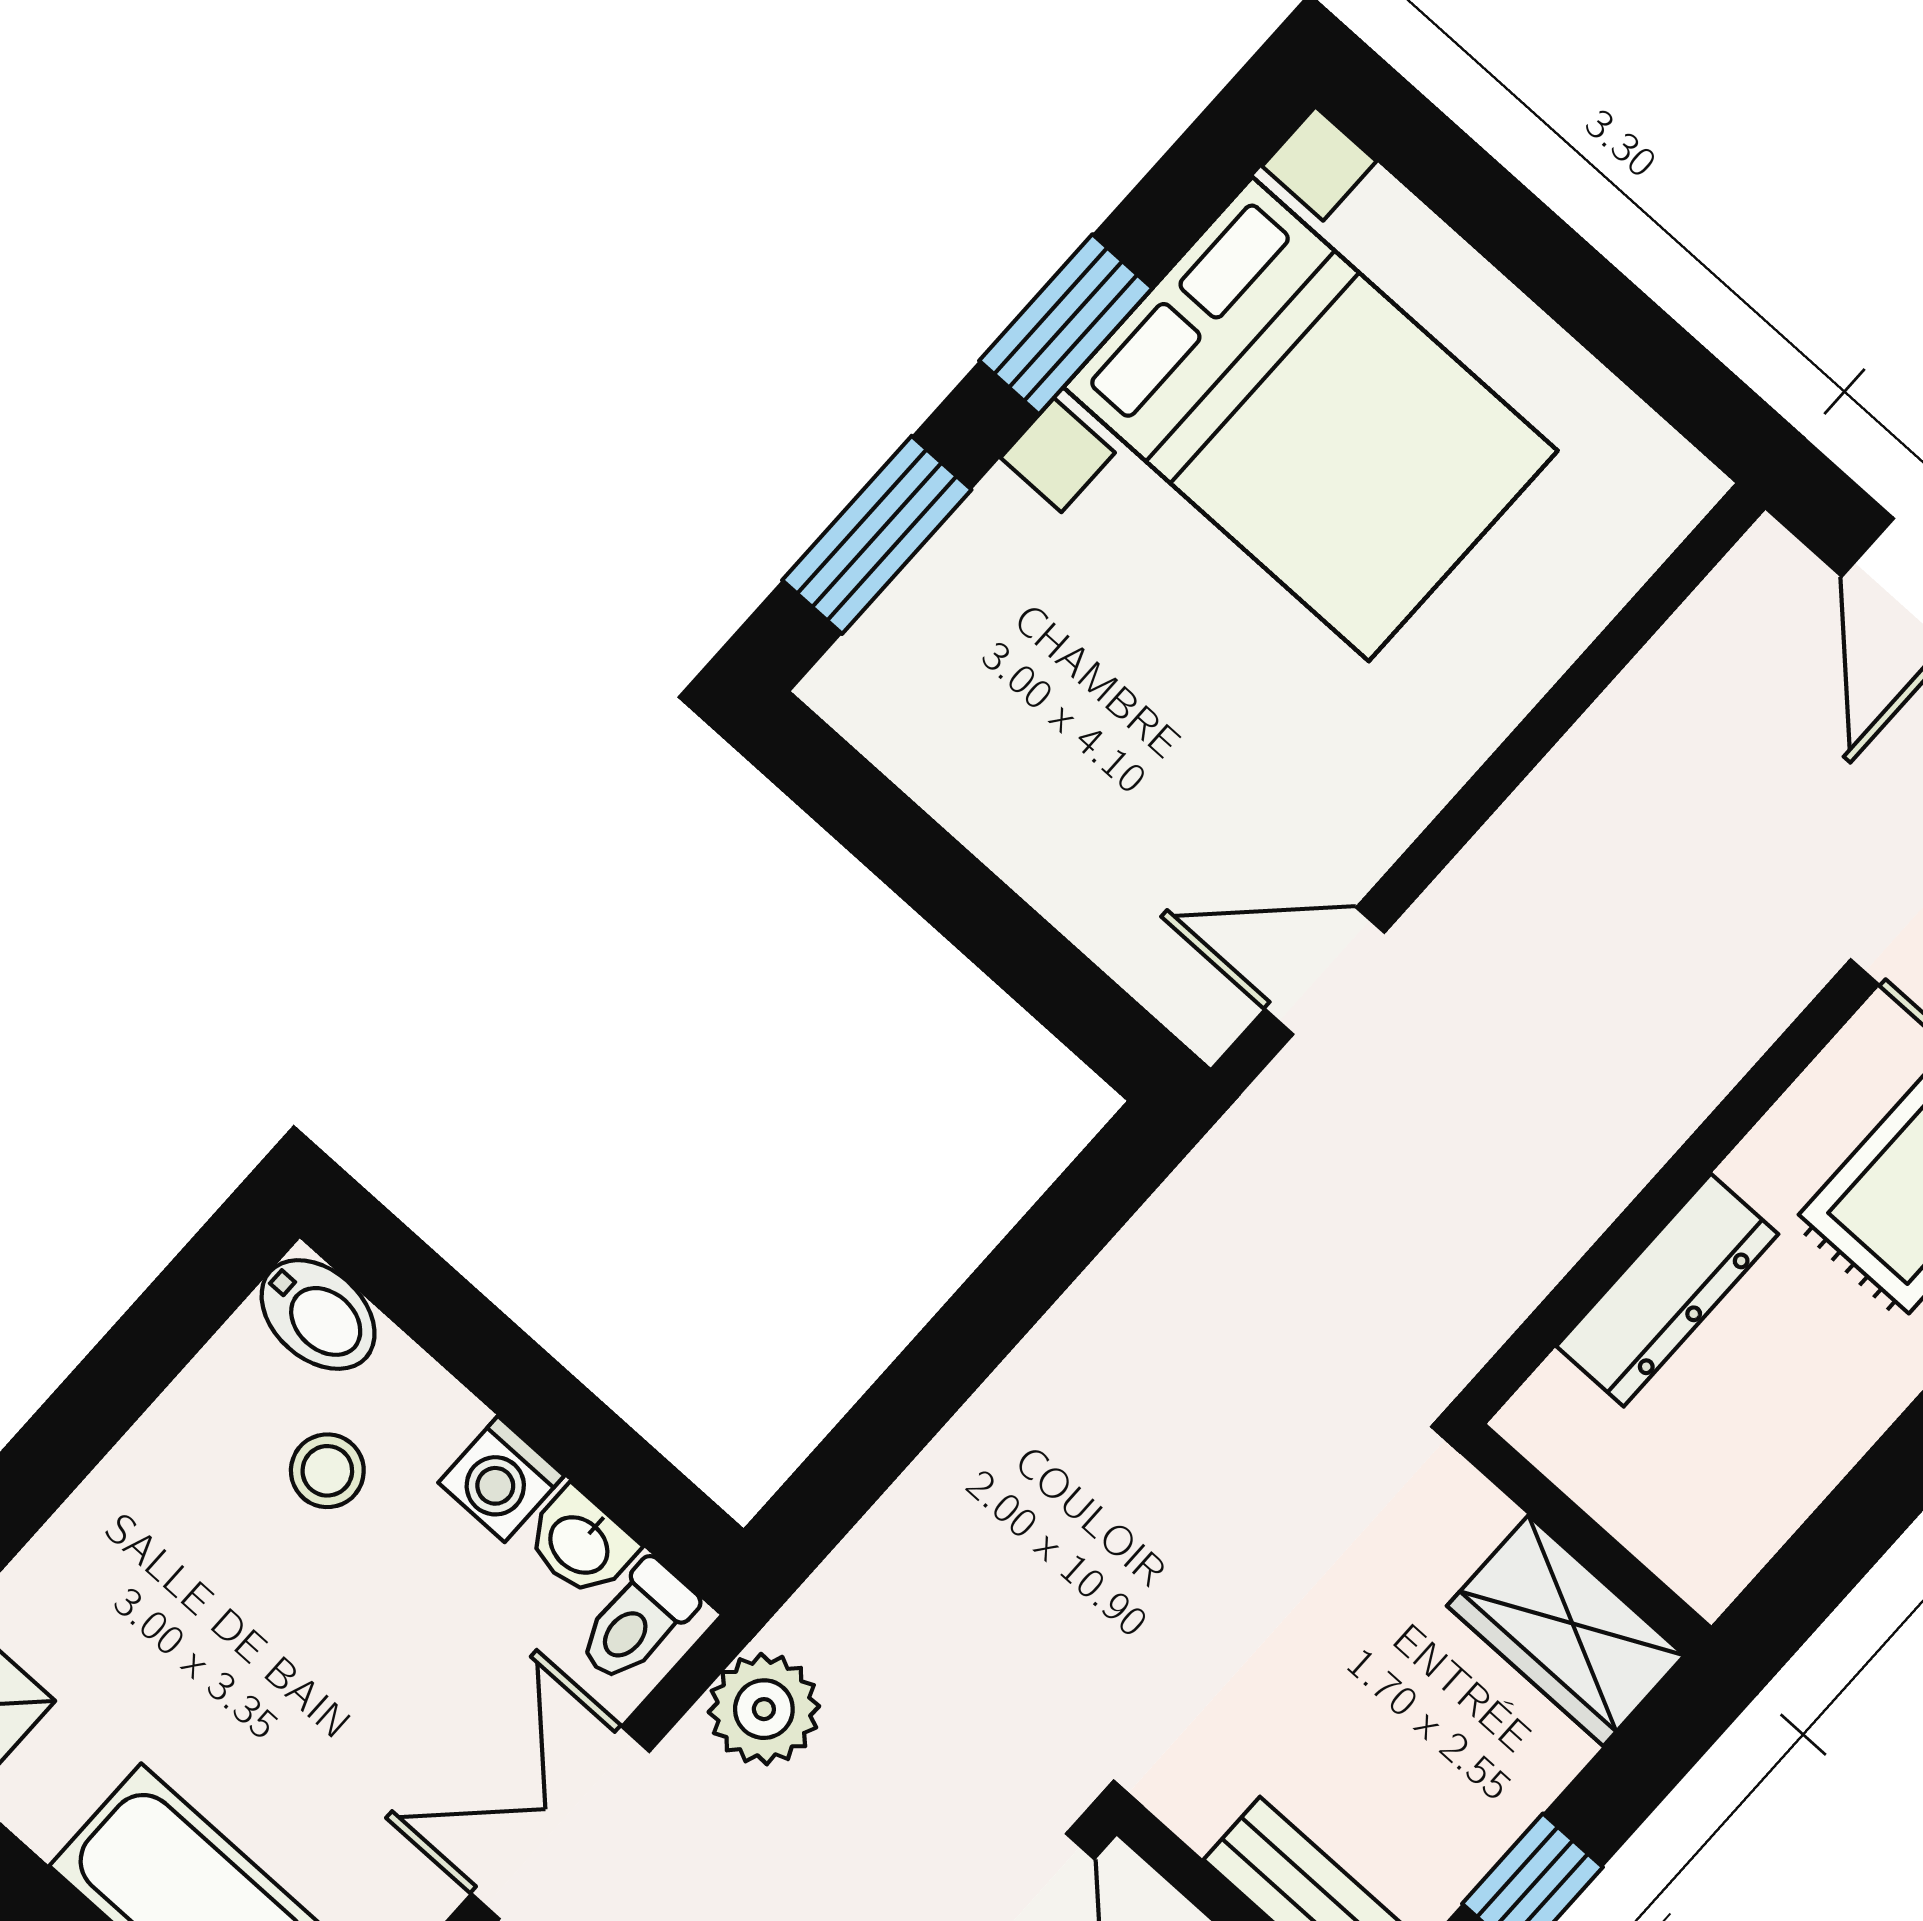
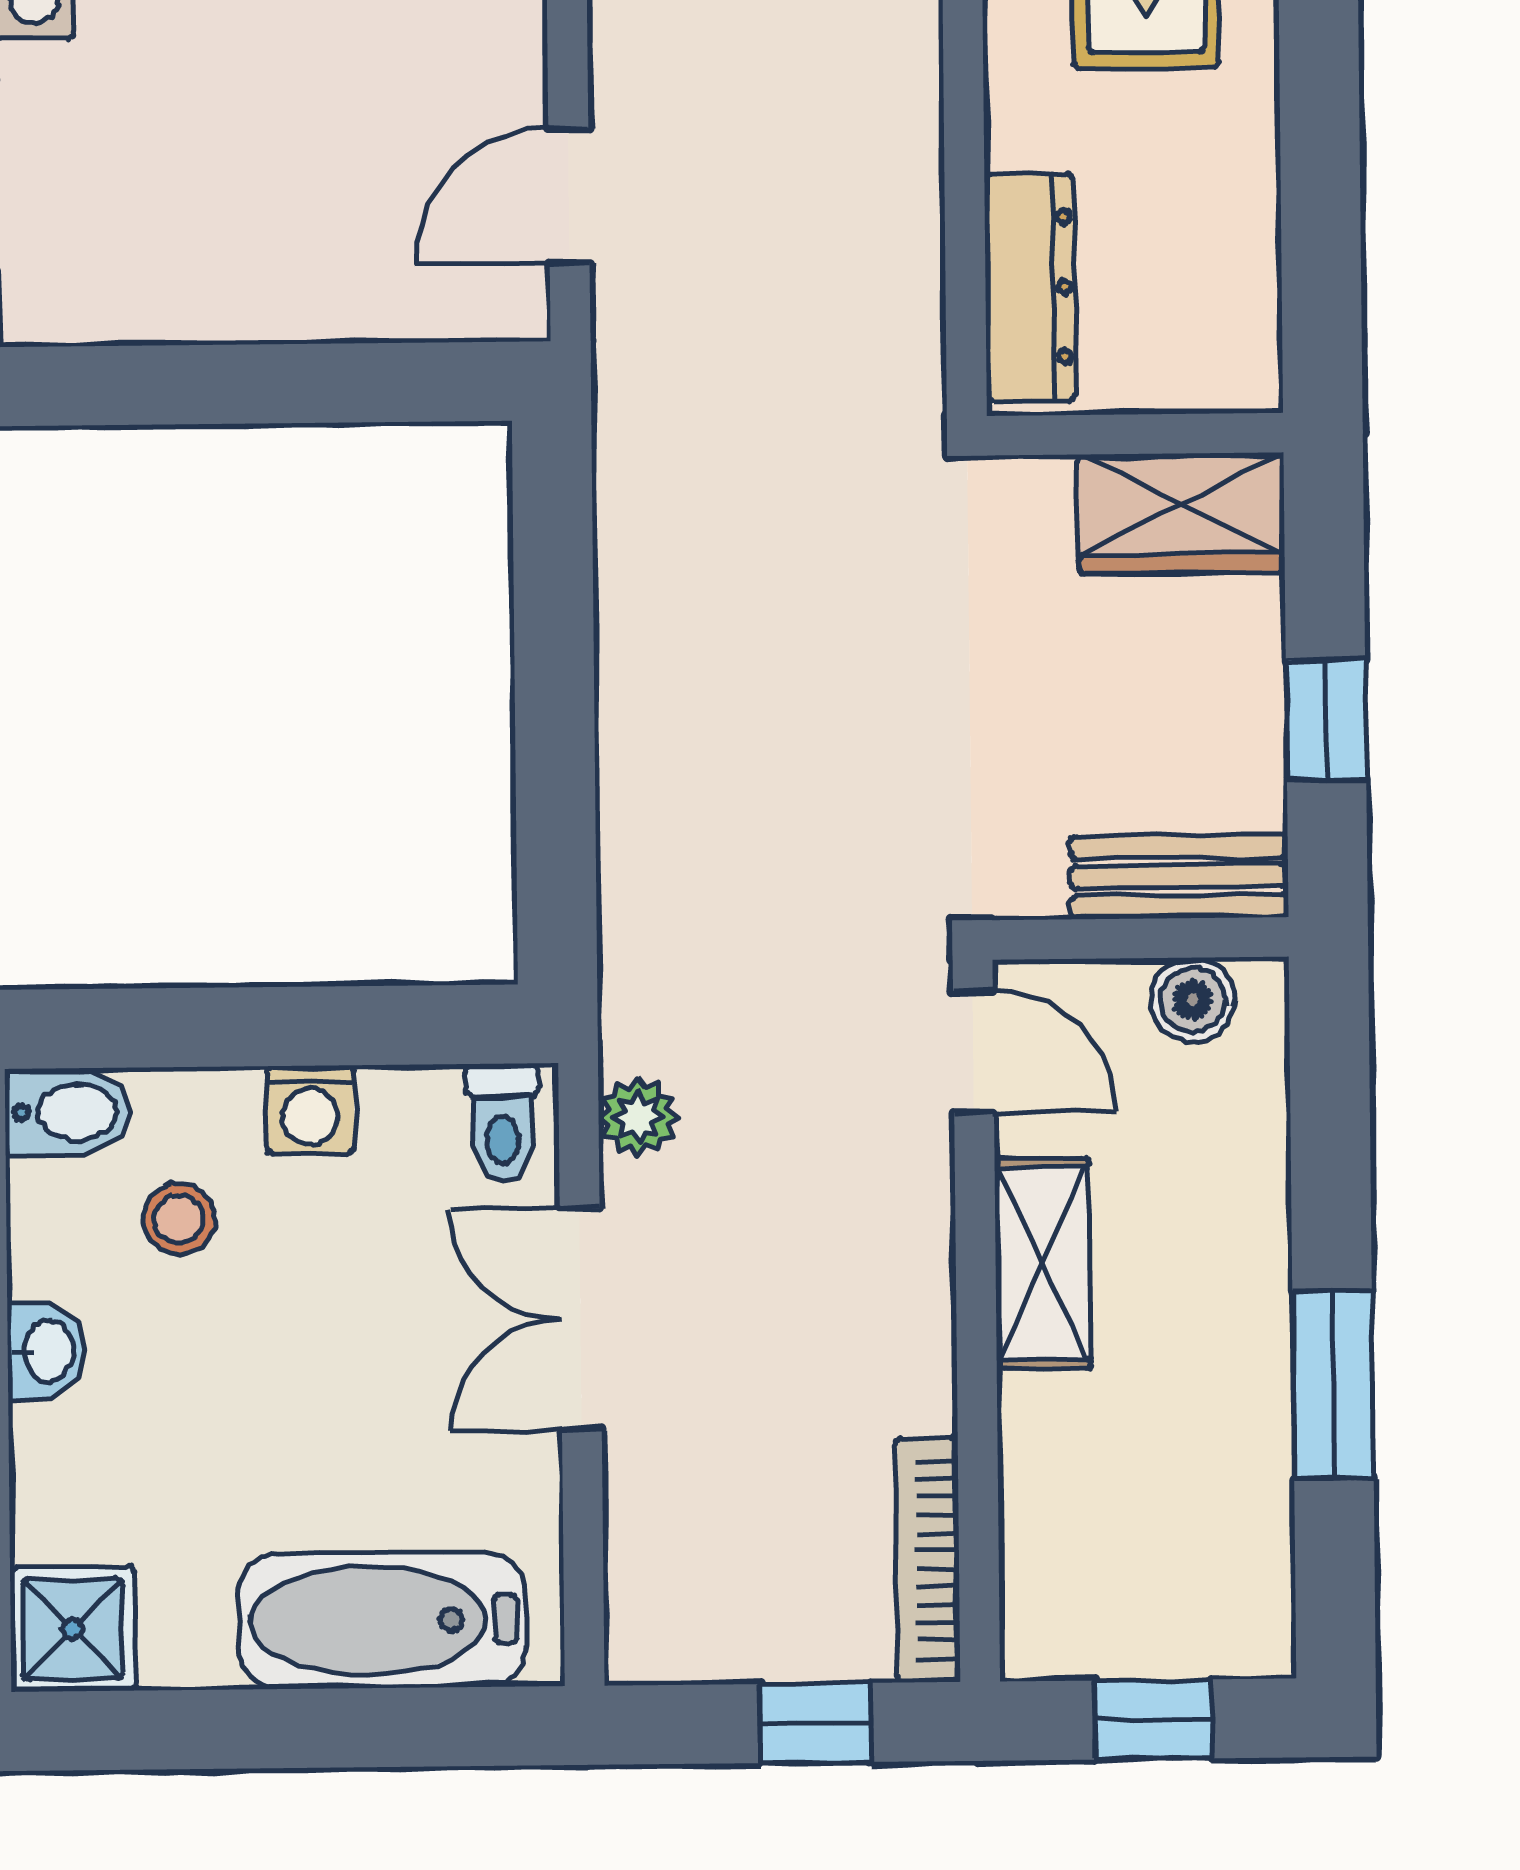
dresser: (1667, 1290) -> (1030, 287), moved
washbasin: (580, 1543) -> (46, 1351), moved, turned -90
plant: (764, 1709) -> (638, 1117), width x0.73, depth x0.73

